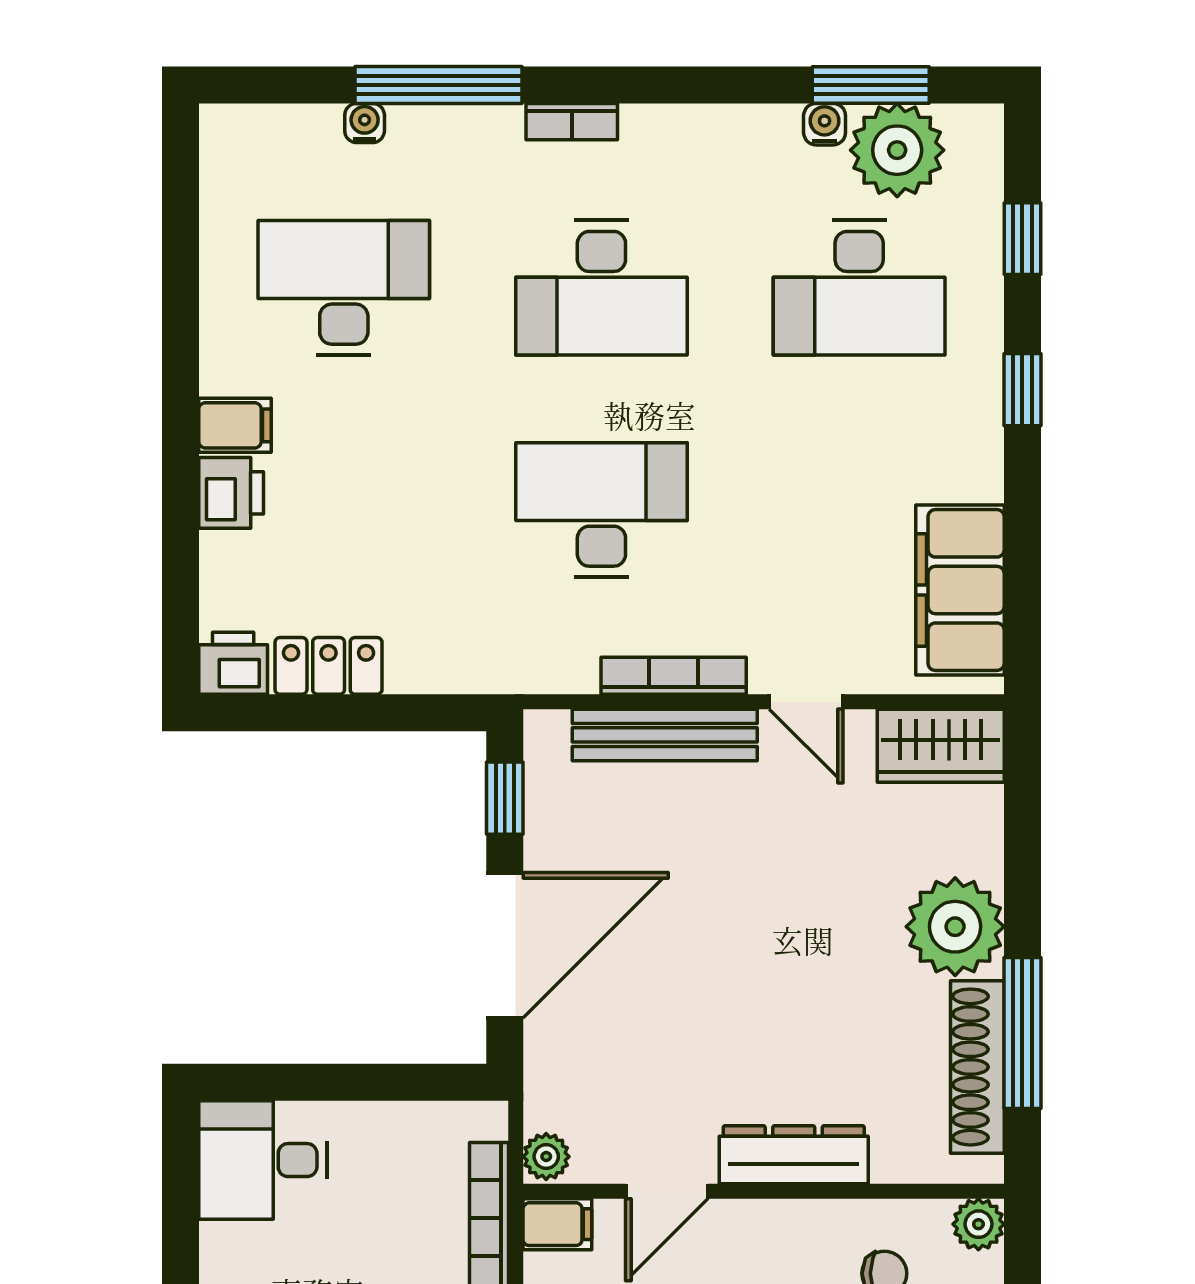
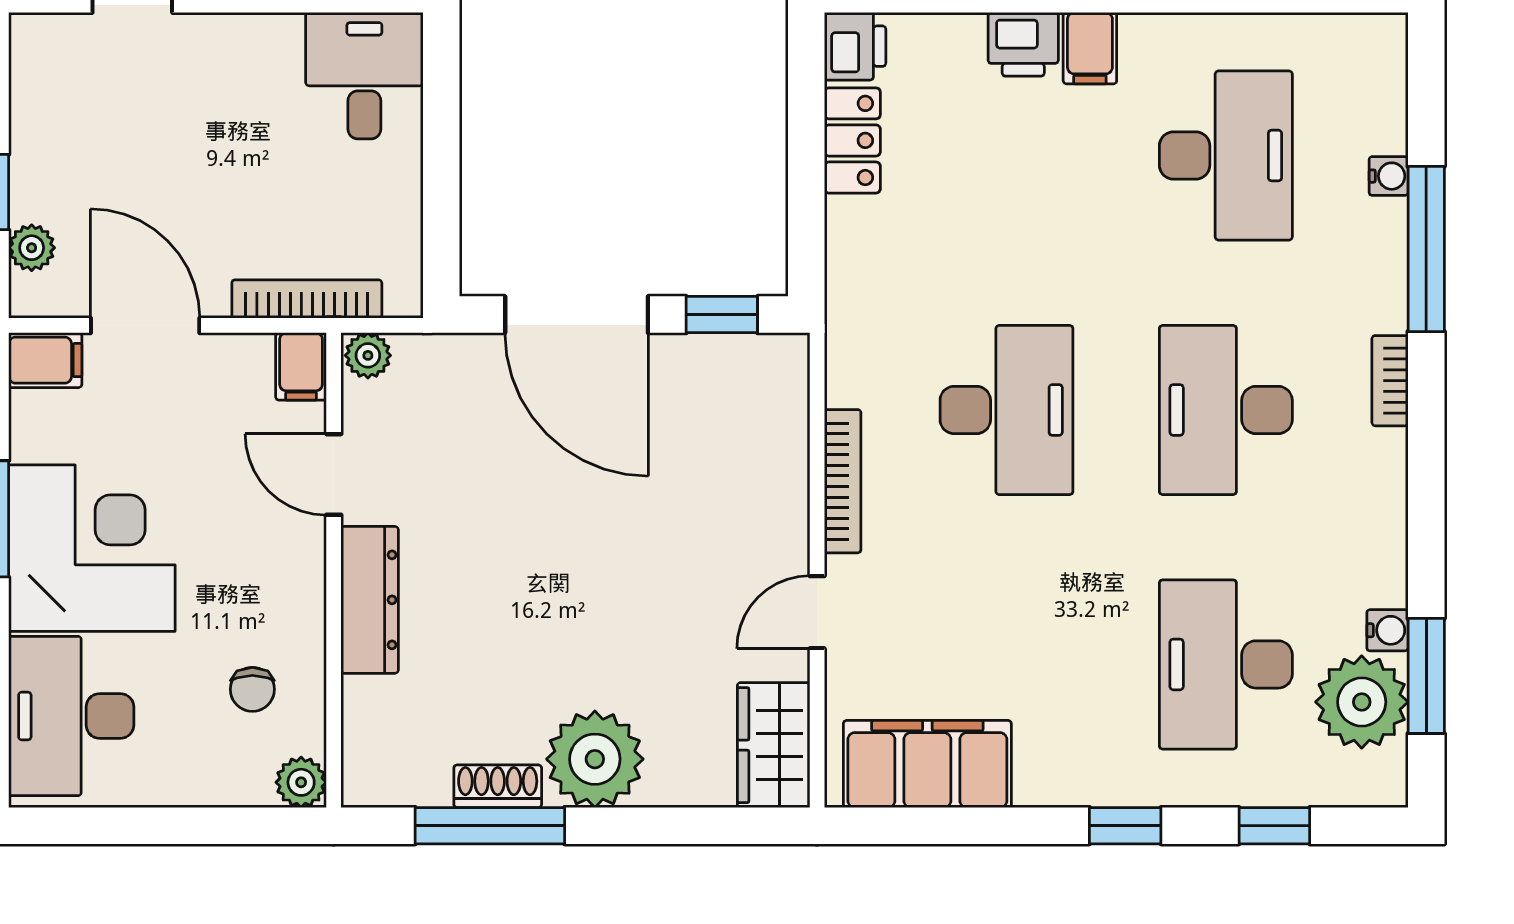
bench: (665, 735) -> (784, 473), removed
shoe rack: (977, 1067) -> (498, 786), width x0.51, depth x0.81

